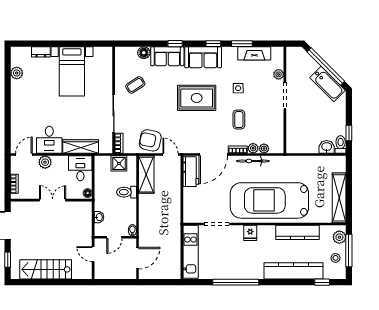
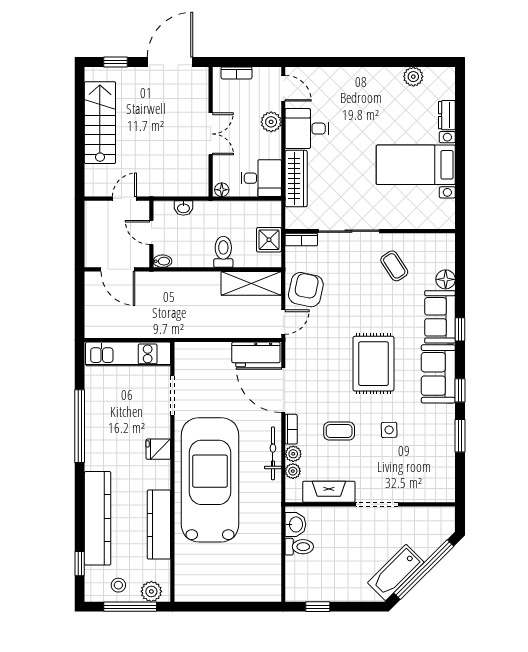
fireplace: (254, 53) -> (329, 492), moved, turned 90
plant: (279, 74) -> (411, 494), removed
toilet: (341, 145) -> (299, 547), moved
washbasin: (327, 147) -> (295, 524), moved
shelving: (339, 198) -> (214, 591), removed

